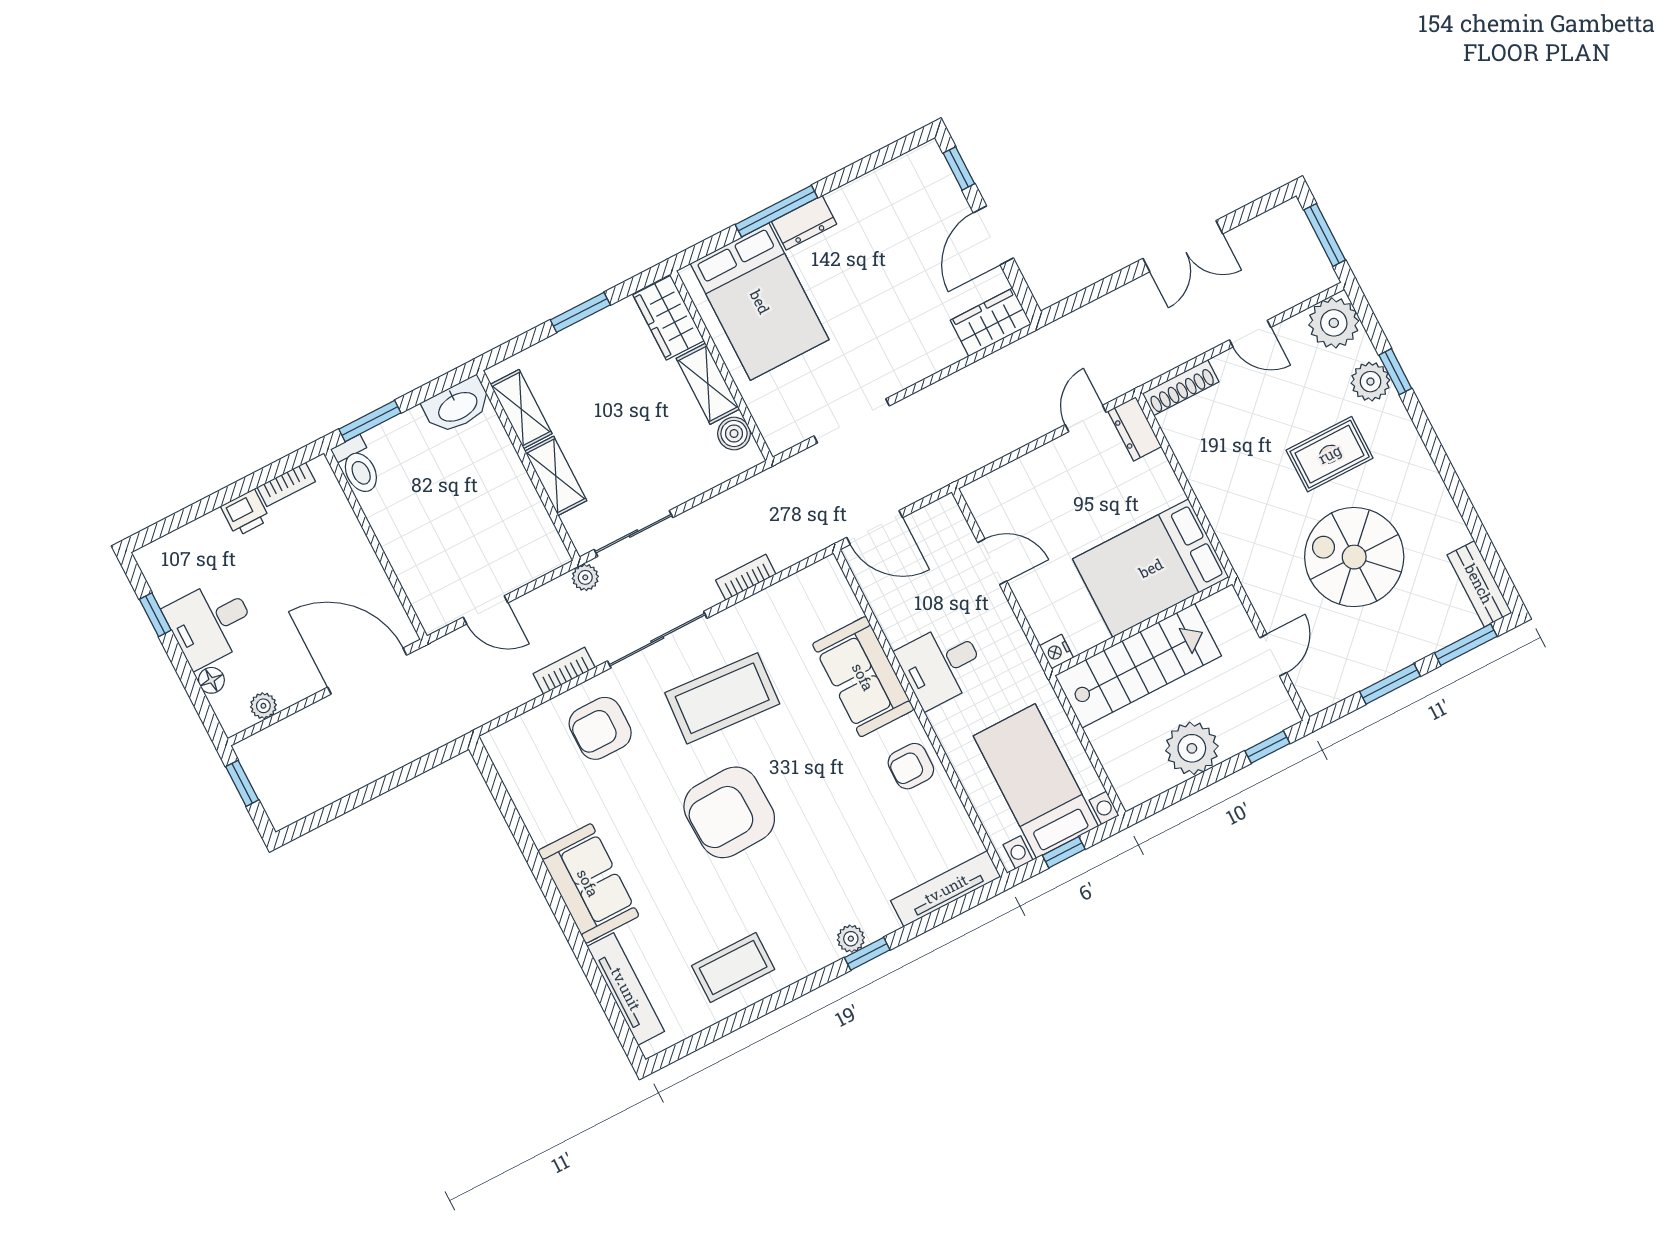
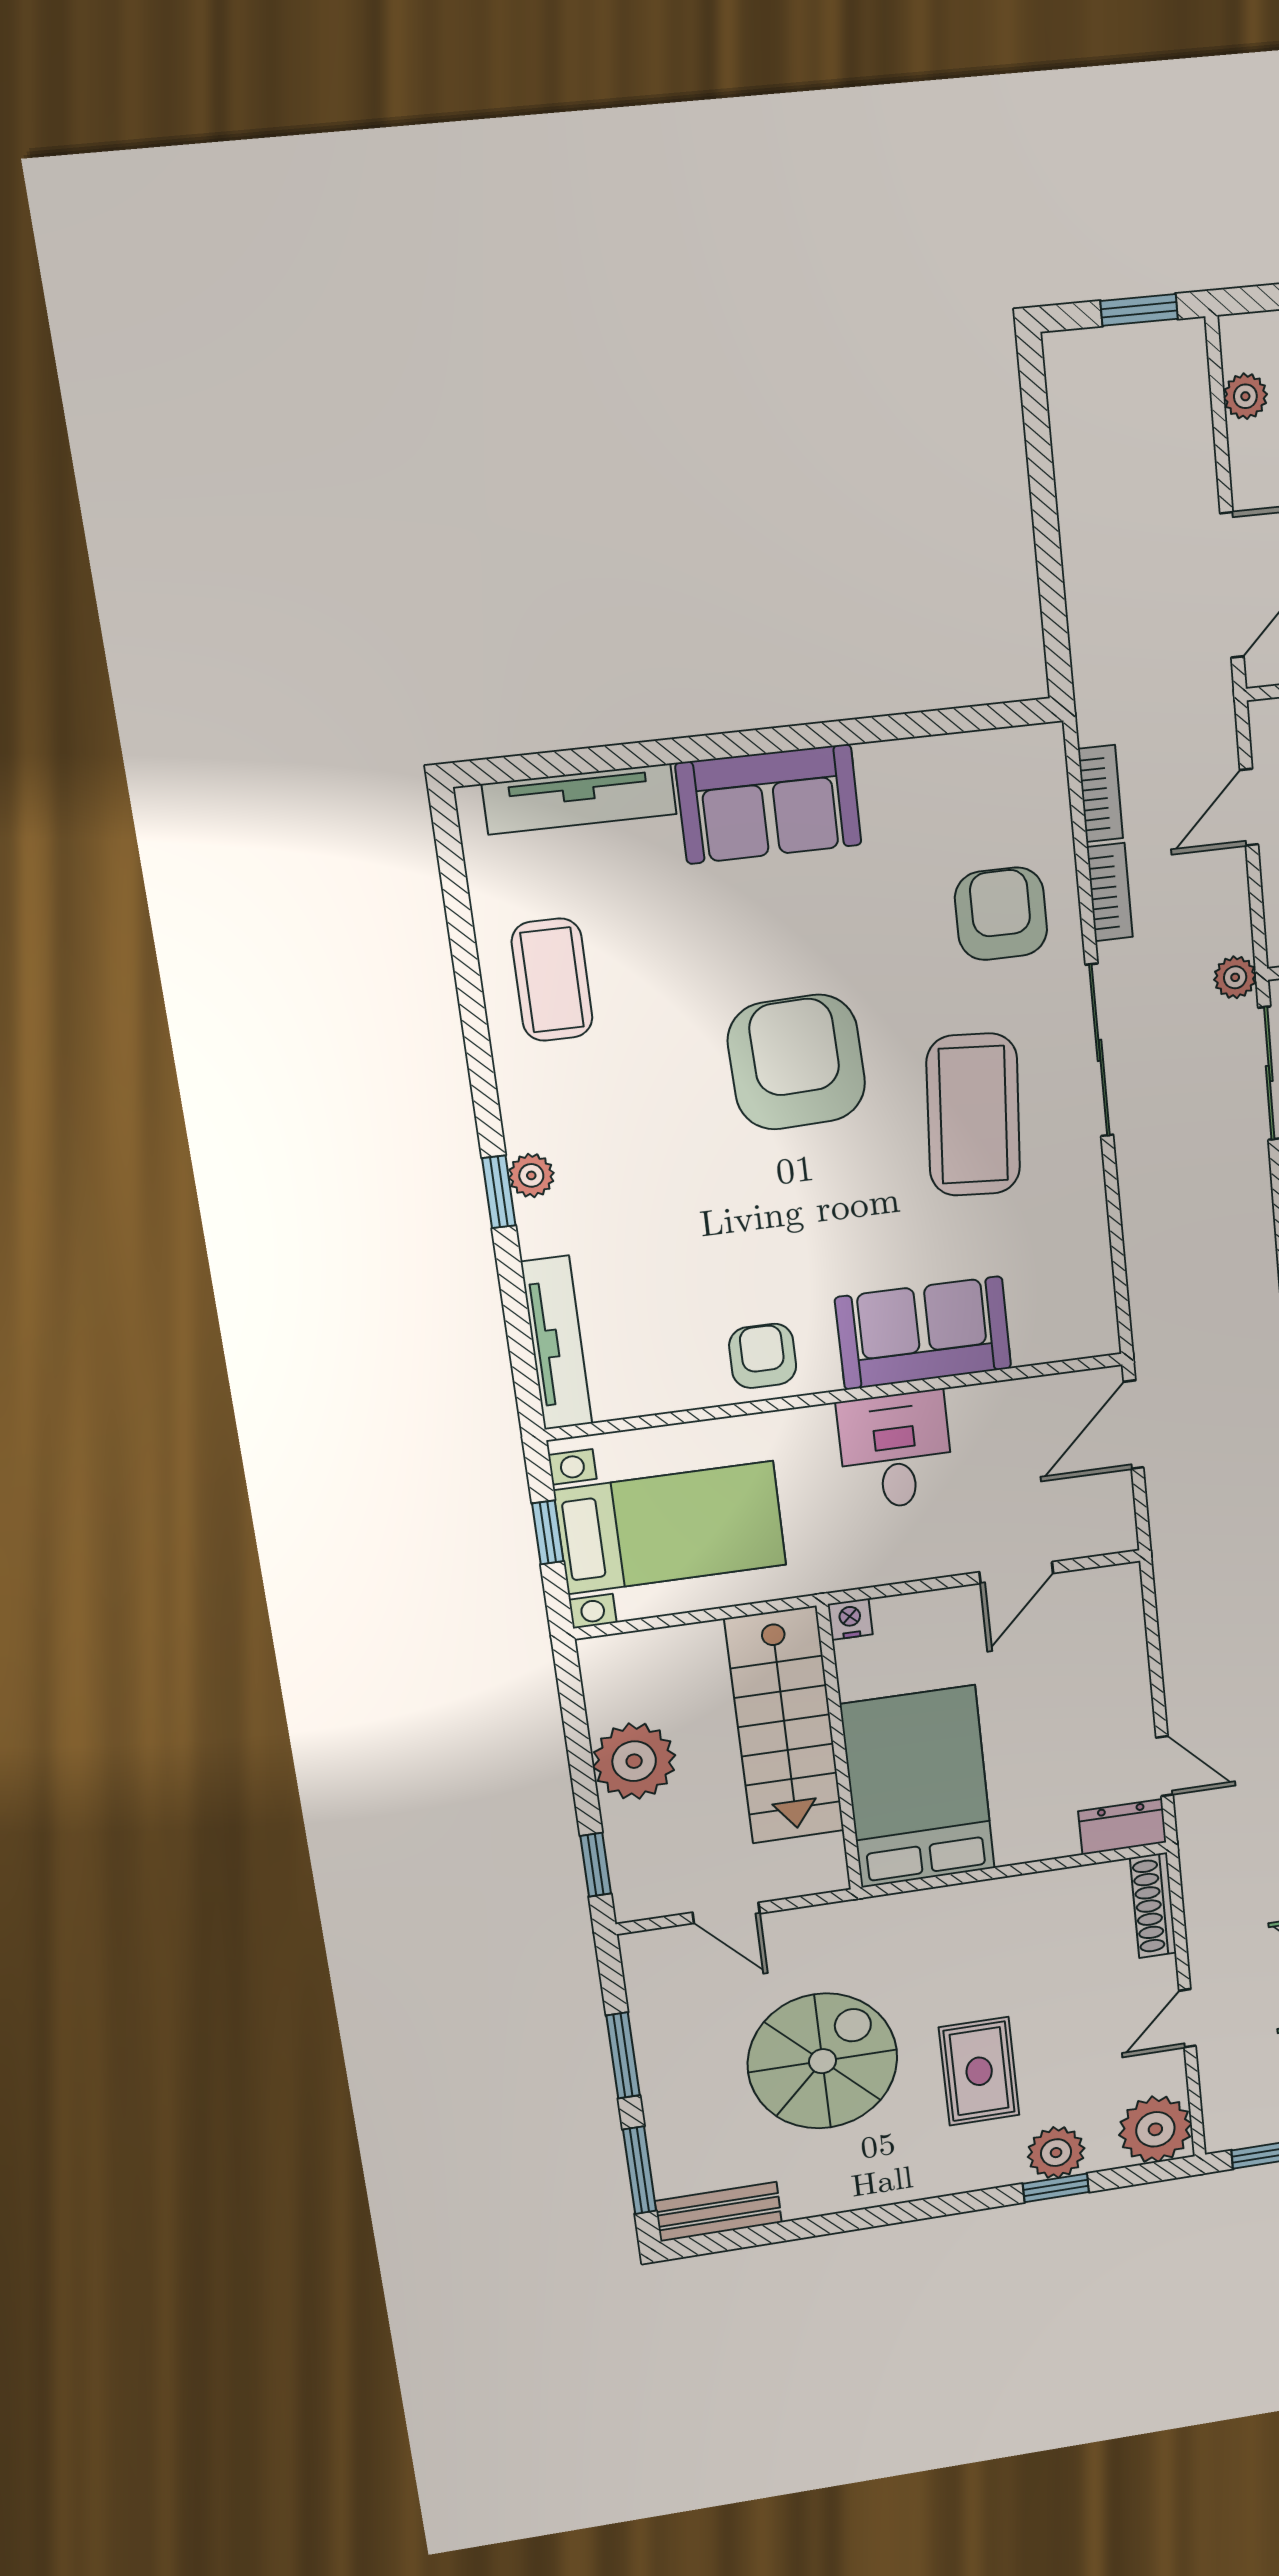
bookcase: (746, 577) -> (1100, 794), moved

